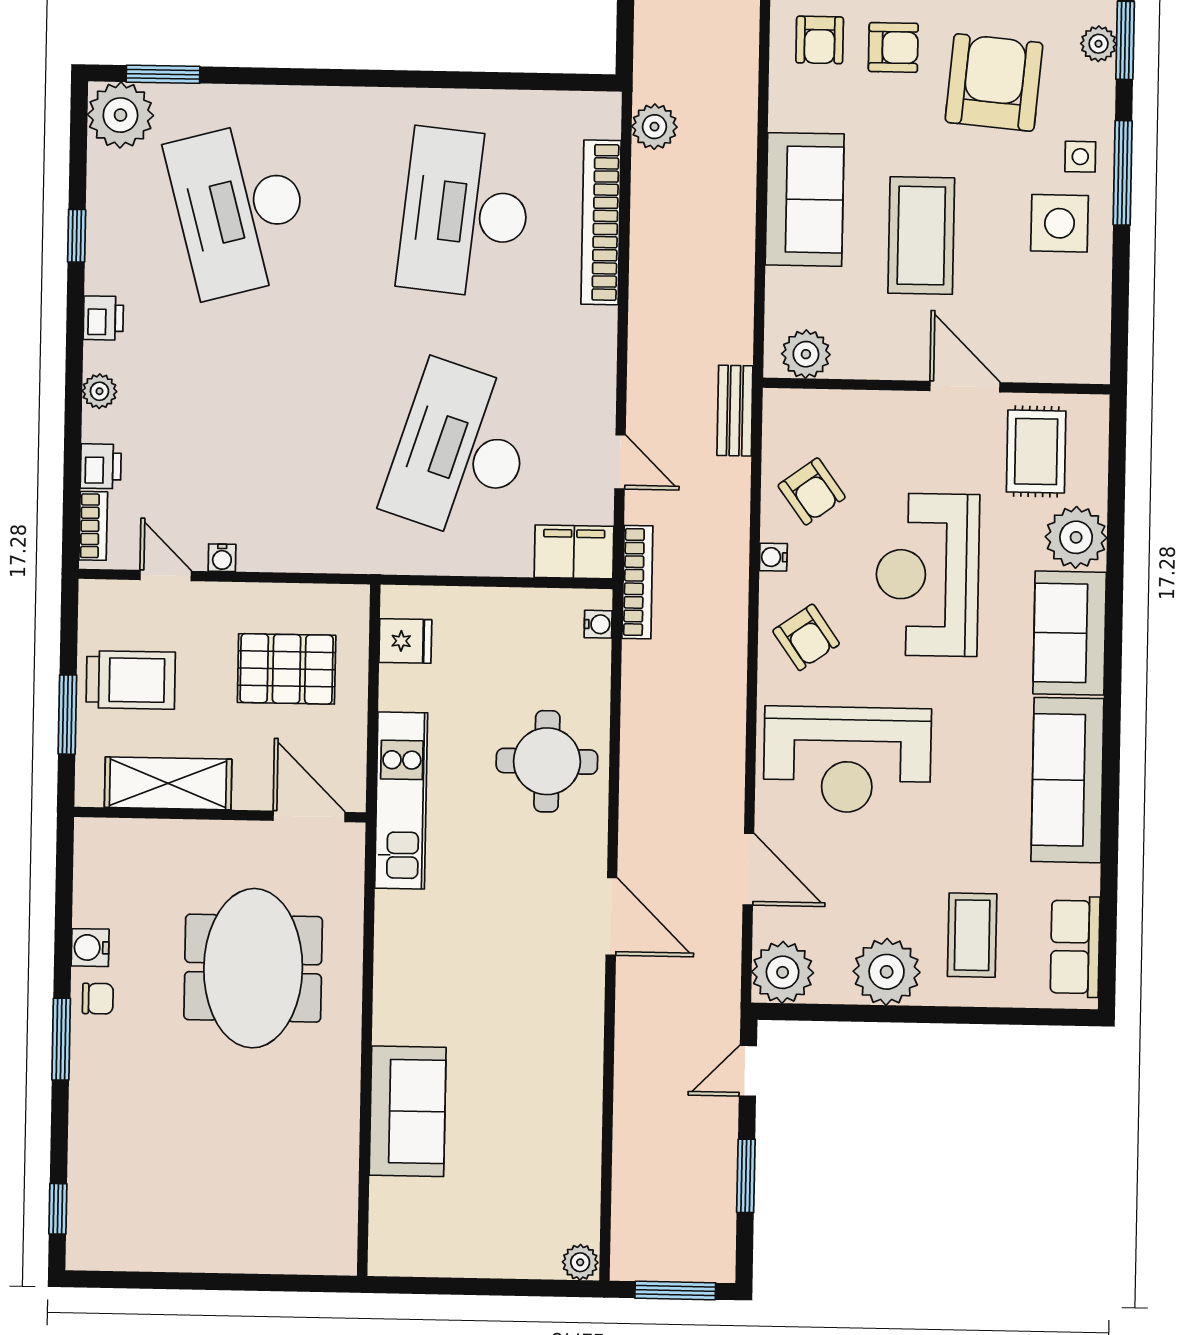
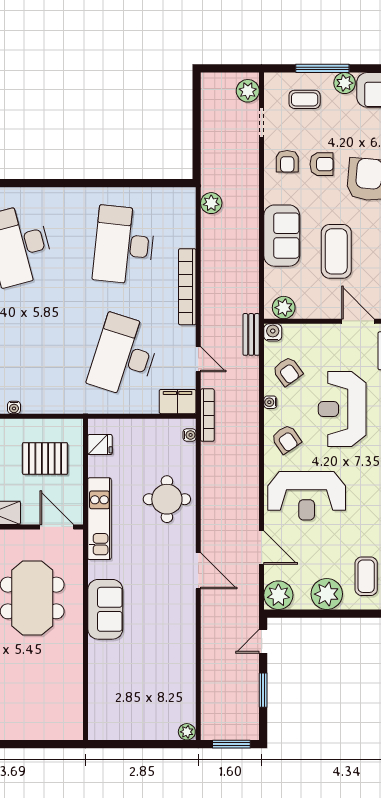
bookcase: (601, 222) -> (187, 287), moved
water cooler: (781, 407) -> (273, 332), added
sofa: (408, 1111) -> (105, 609), moved

